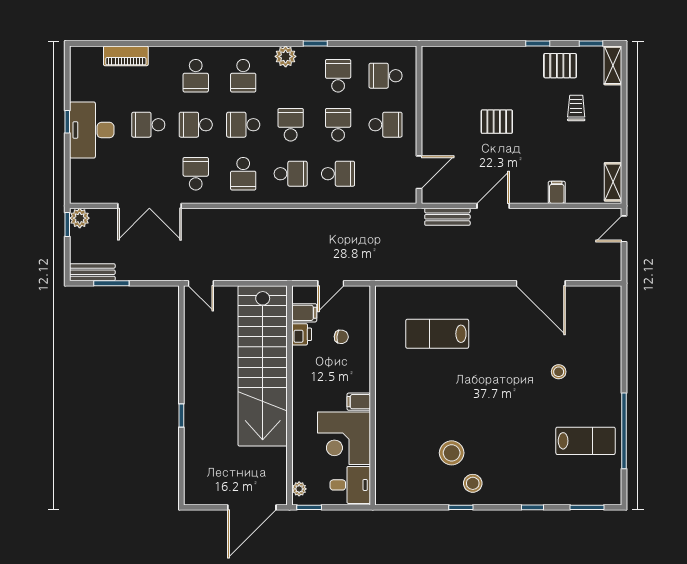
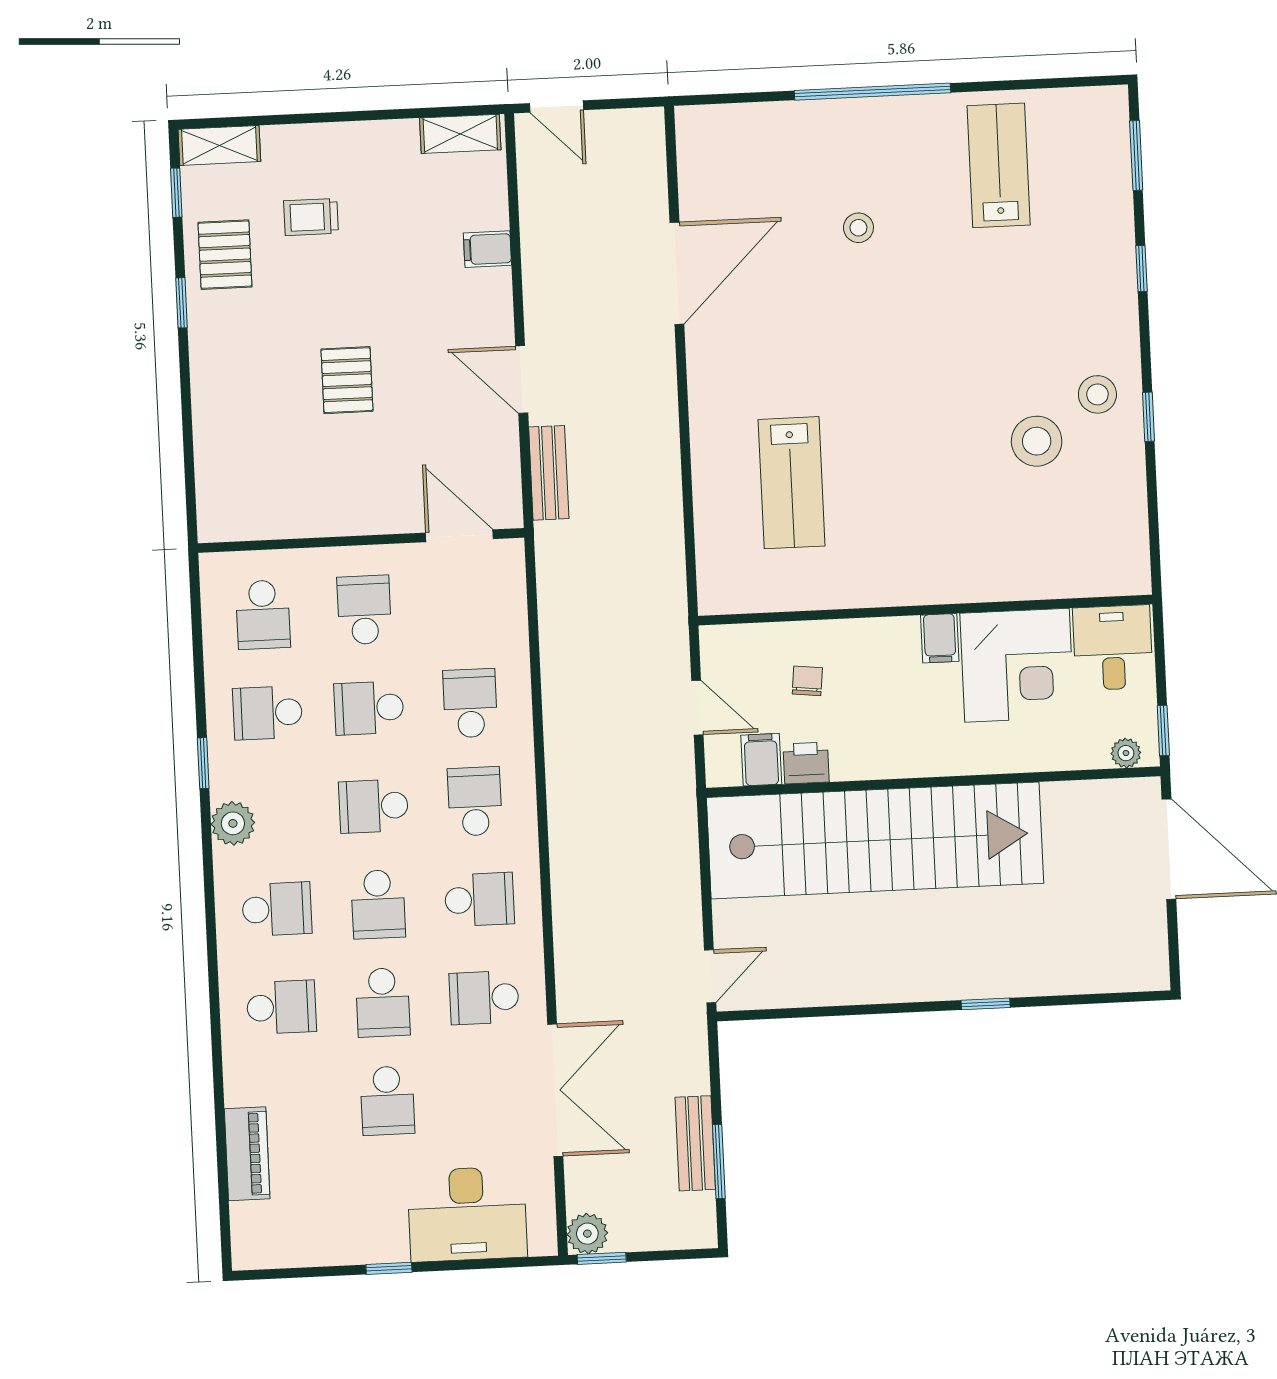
desk: (92, 130) -> (467, 1214), moved
bench: (92, 272) -> (695, 1143), moved
window: (624, 431) -> (872, 92), moved

